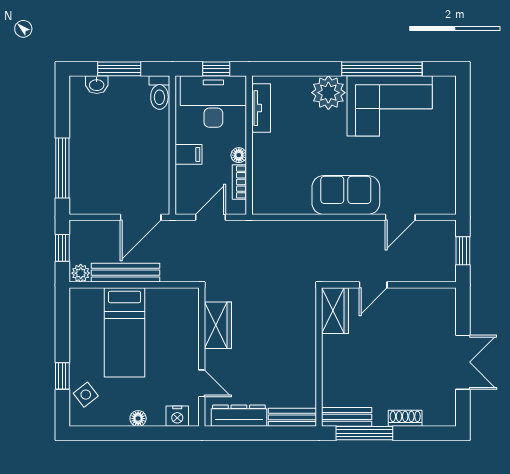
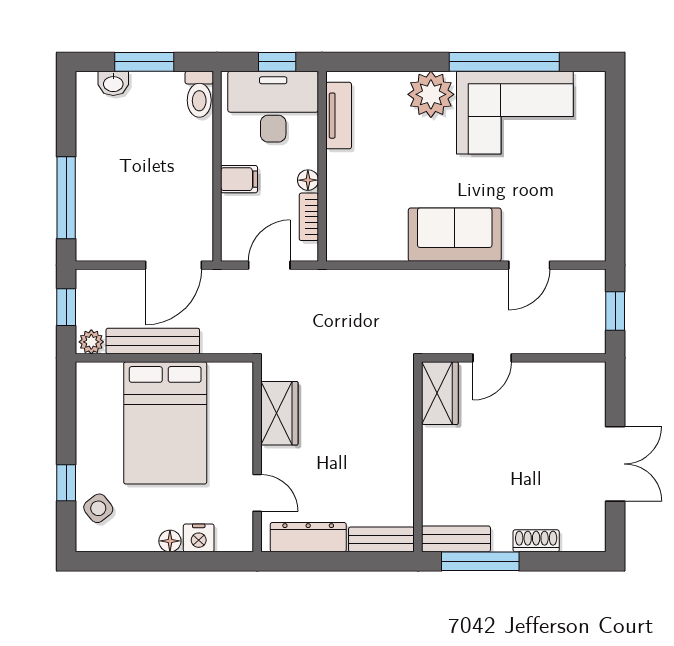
bed: (125, 332) -> (165, 423), width x1.50
nightstand: (177, 416) -> (199, 538), moved

